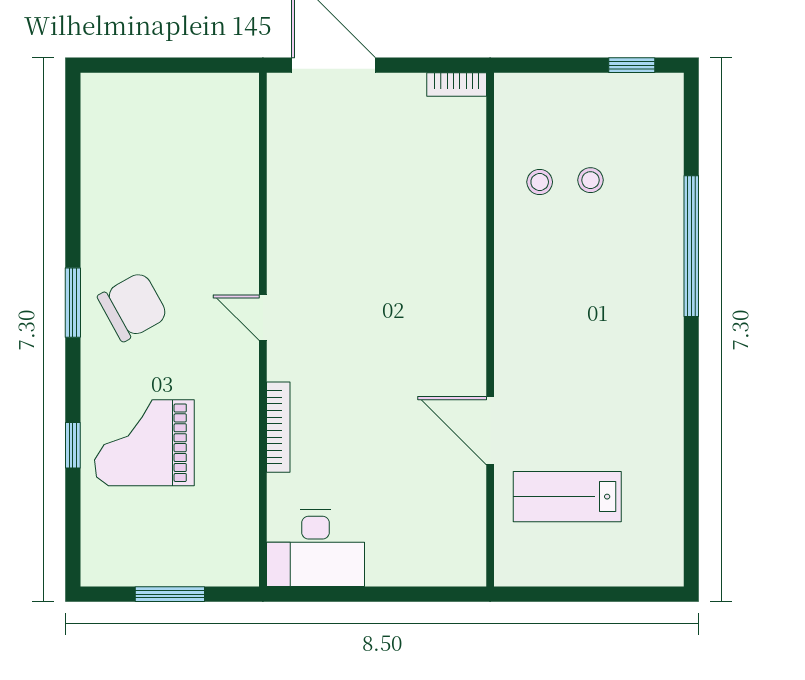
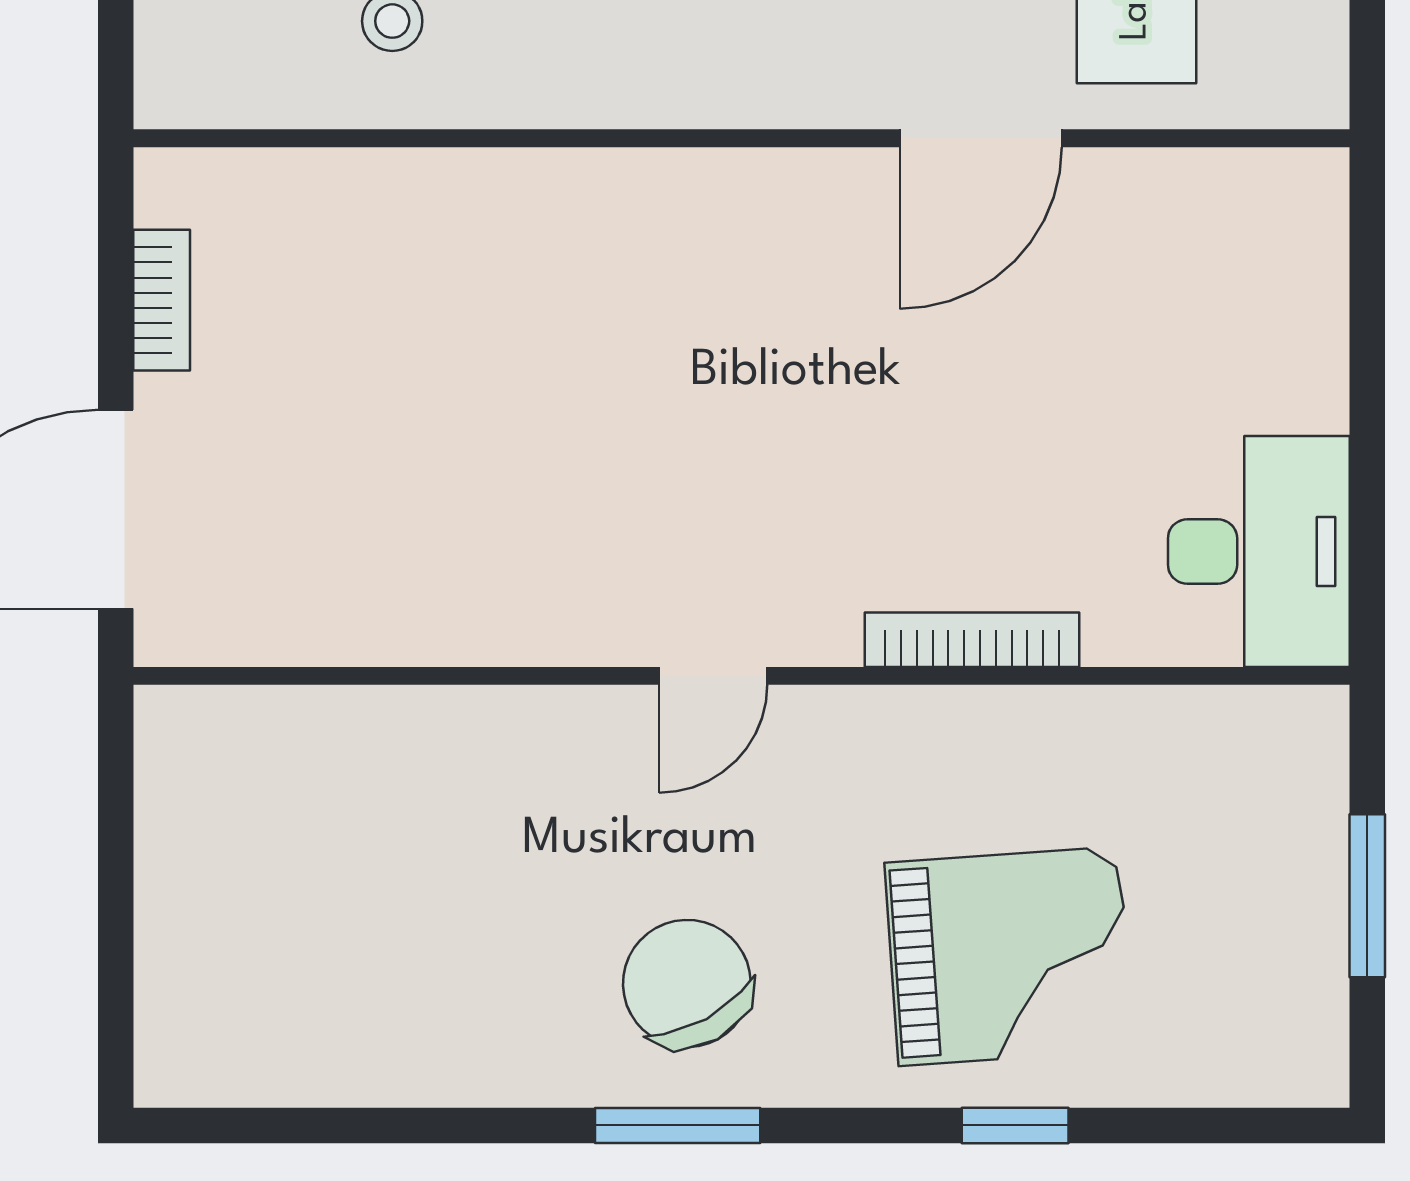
bookcase: (457, 84) -> (162, 300), moved
grand piano: (144, 443) -> (1009, 956), turned -94

